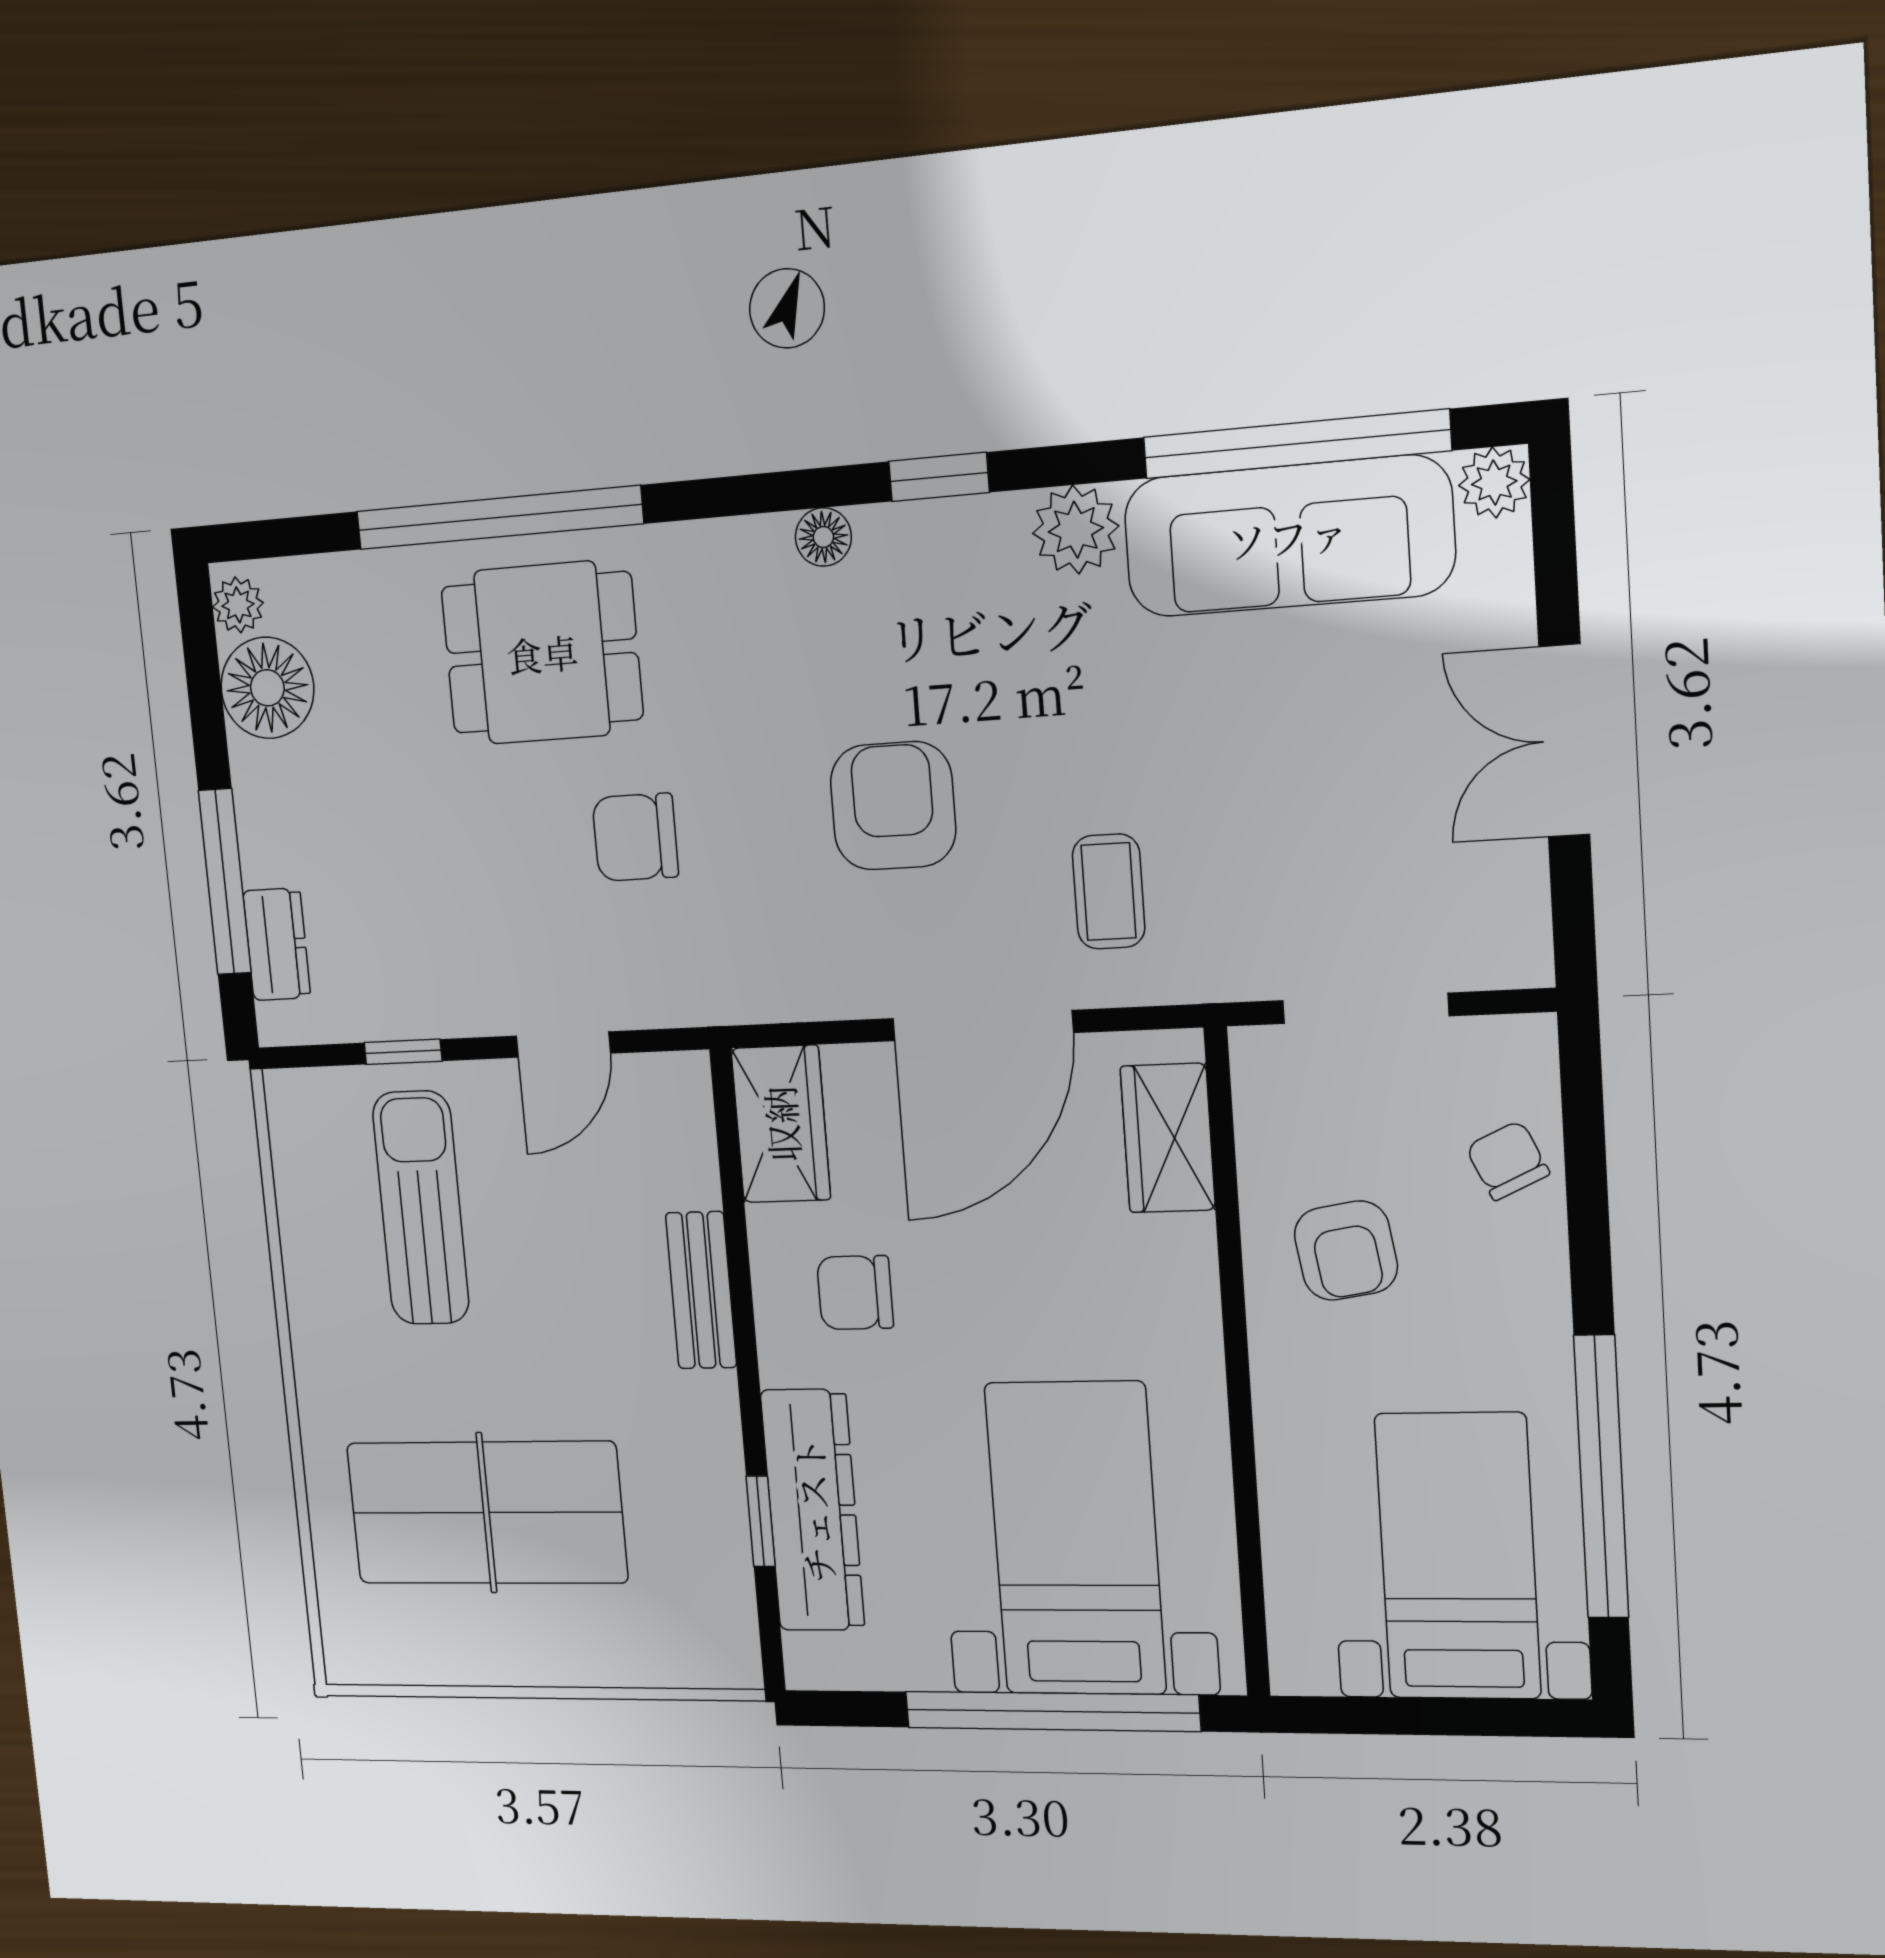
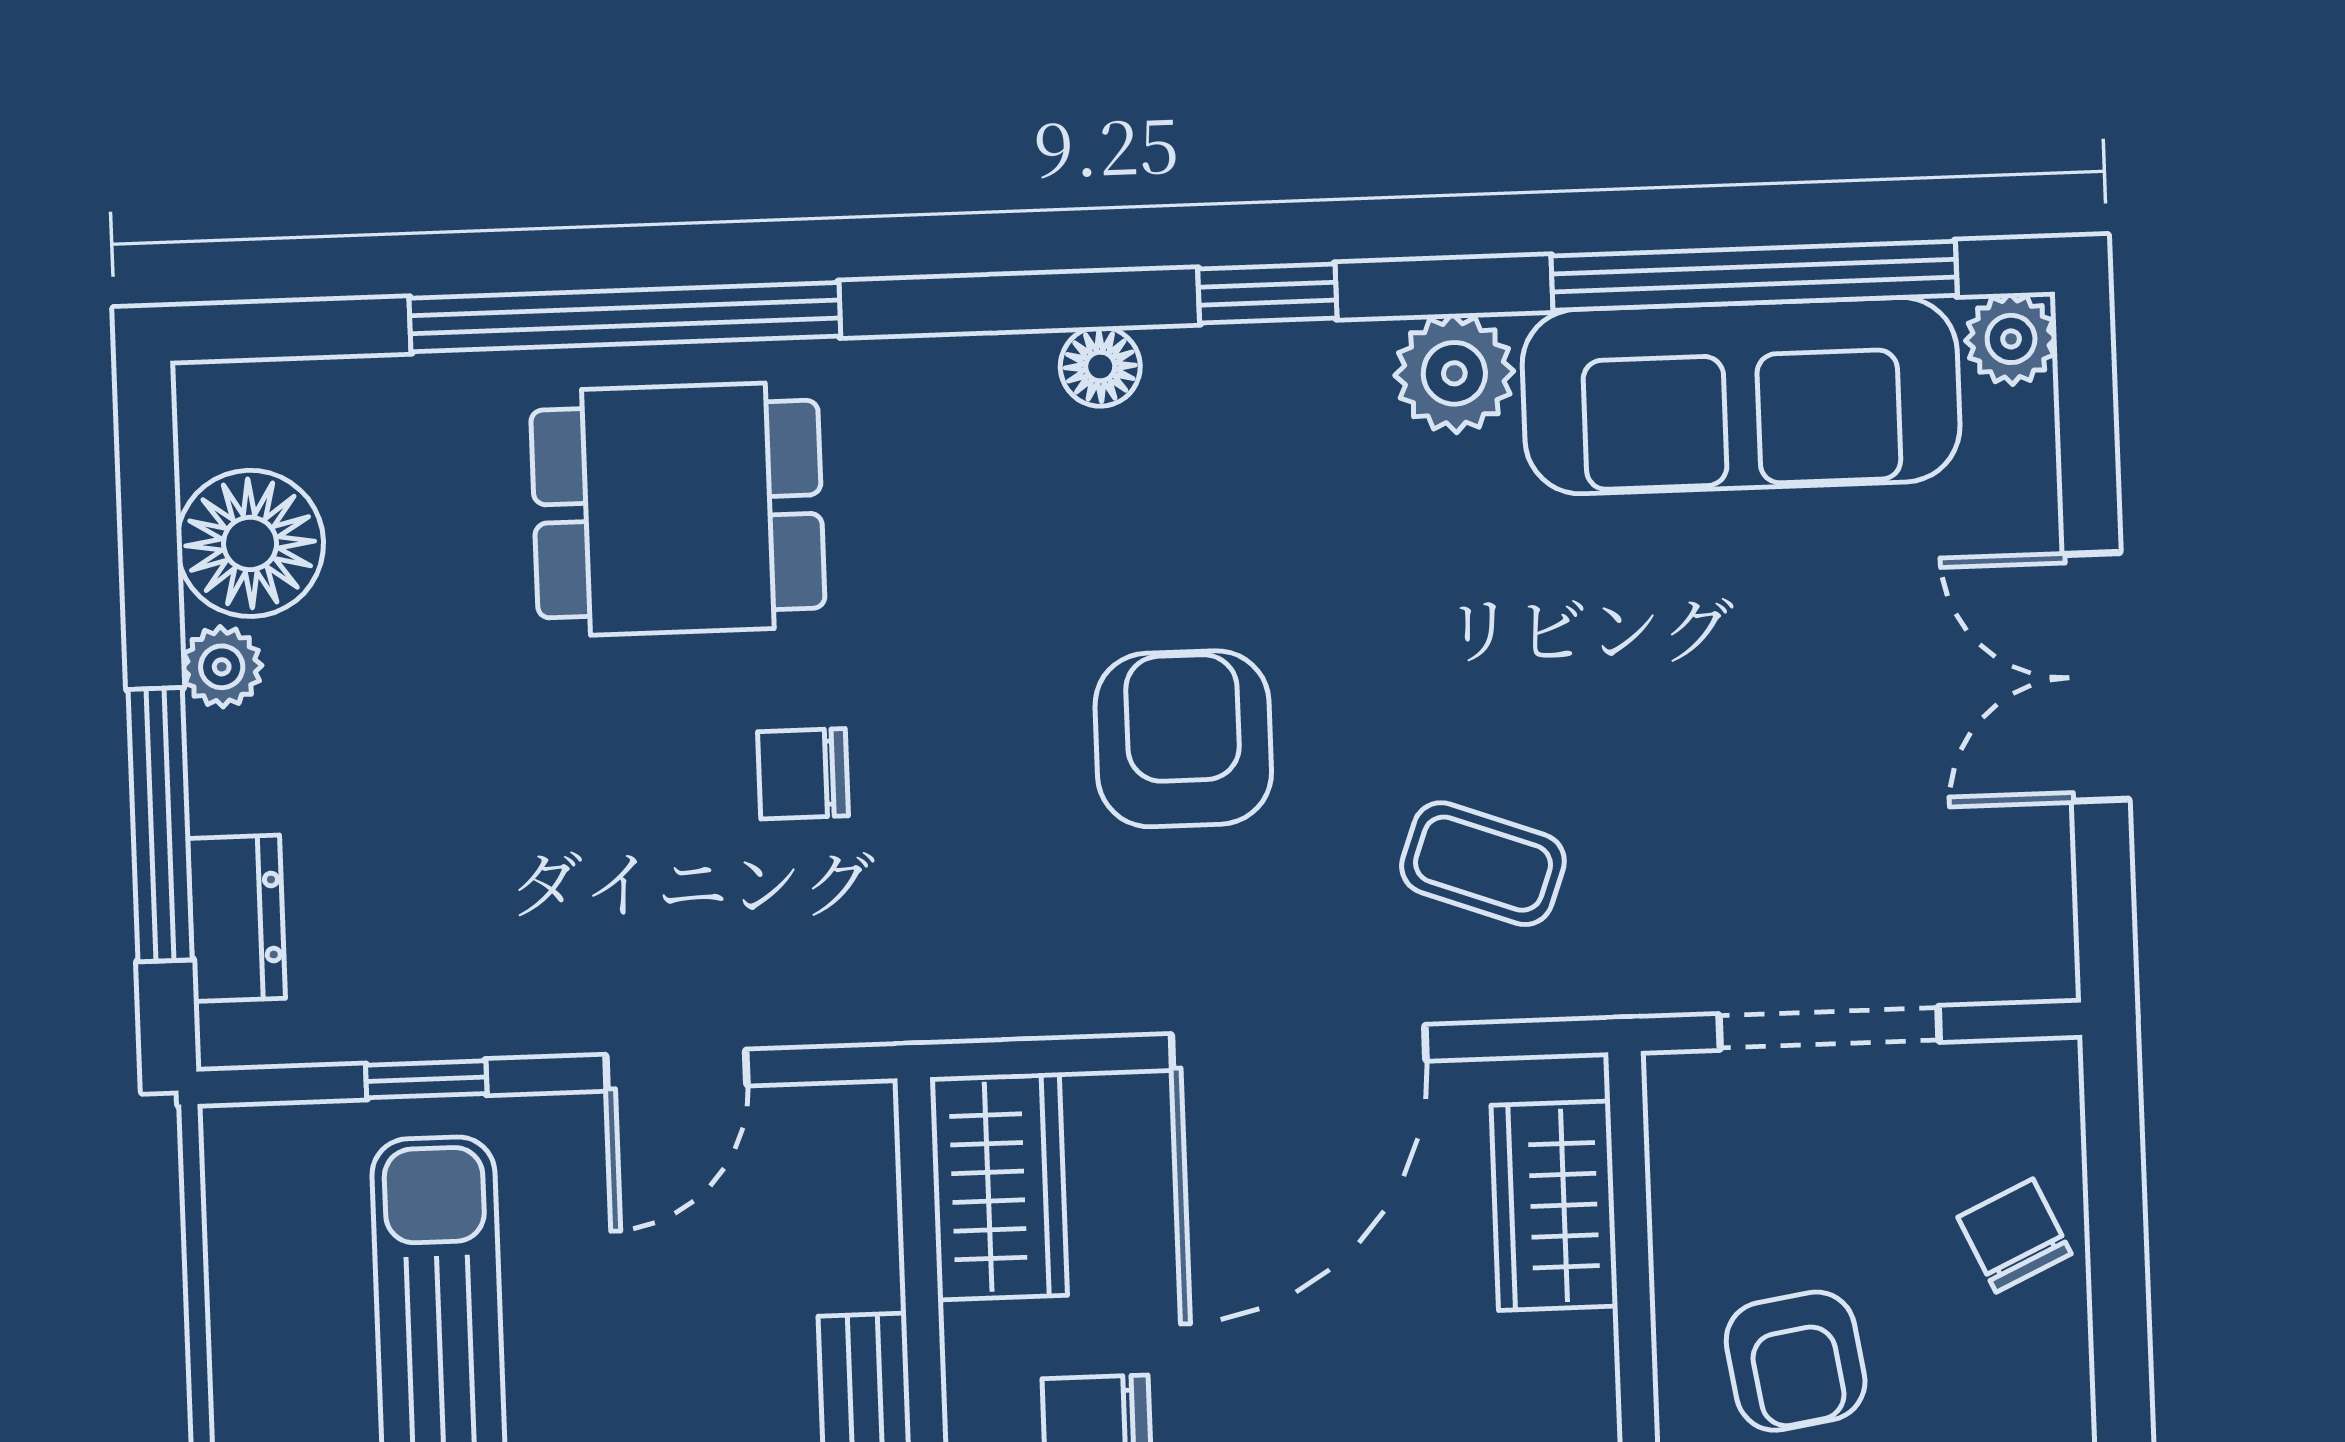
plant: (238, 605) -> (222, 667), moved
chair: (635, 837) -> (803, 774), width x0.73, depth x0.73
coffee table: (1109, 892) -> (1483, 864), turned -70

